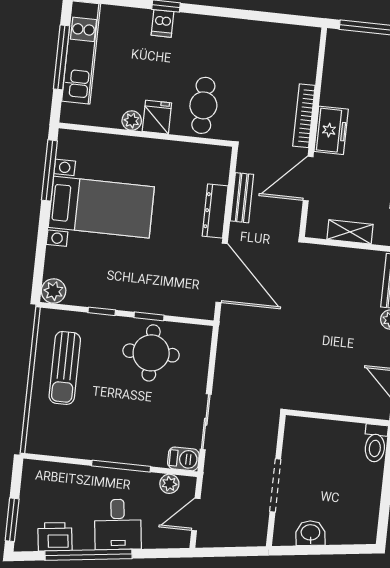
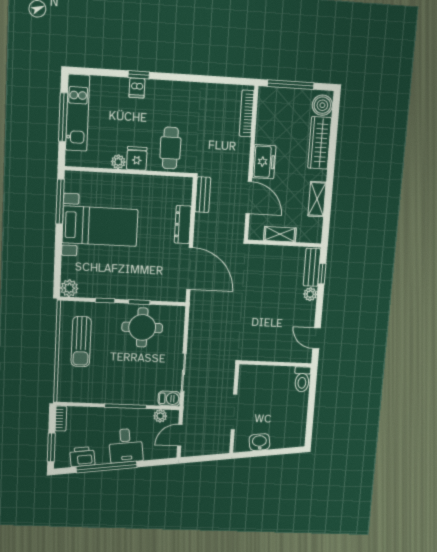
bookcase: (304, 116) -> (247, 113), moved
door: (308, 179) -> (249, 198), swing flipped
bench: (242, 198) -> (203, 195), moved
bookcase: (29, 478) -> (61, 419), added

